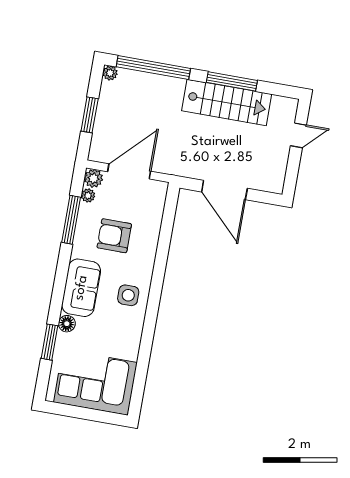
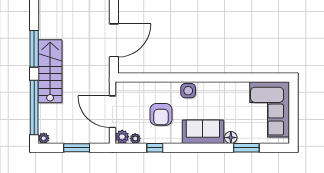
stairs: (227, 102) -> (50, 71), moved
window: (71, 220) -> (155, 148), width x0.46
side table: (128, 295) -> (188, 91), moved

